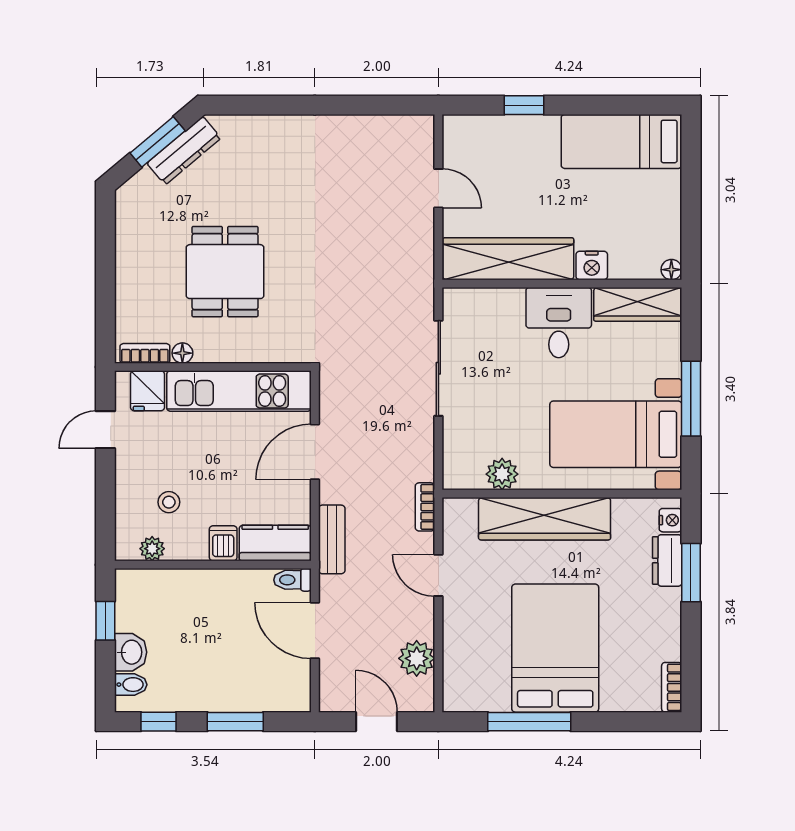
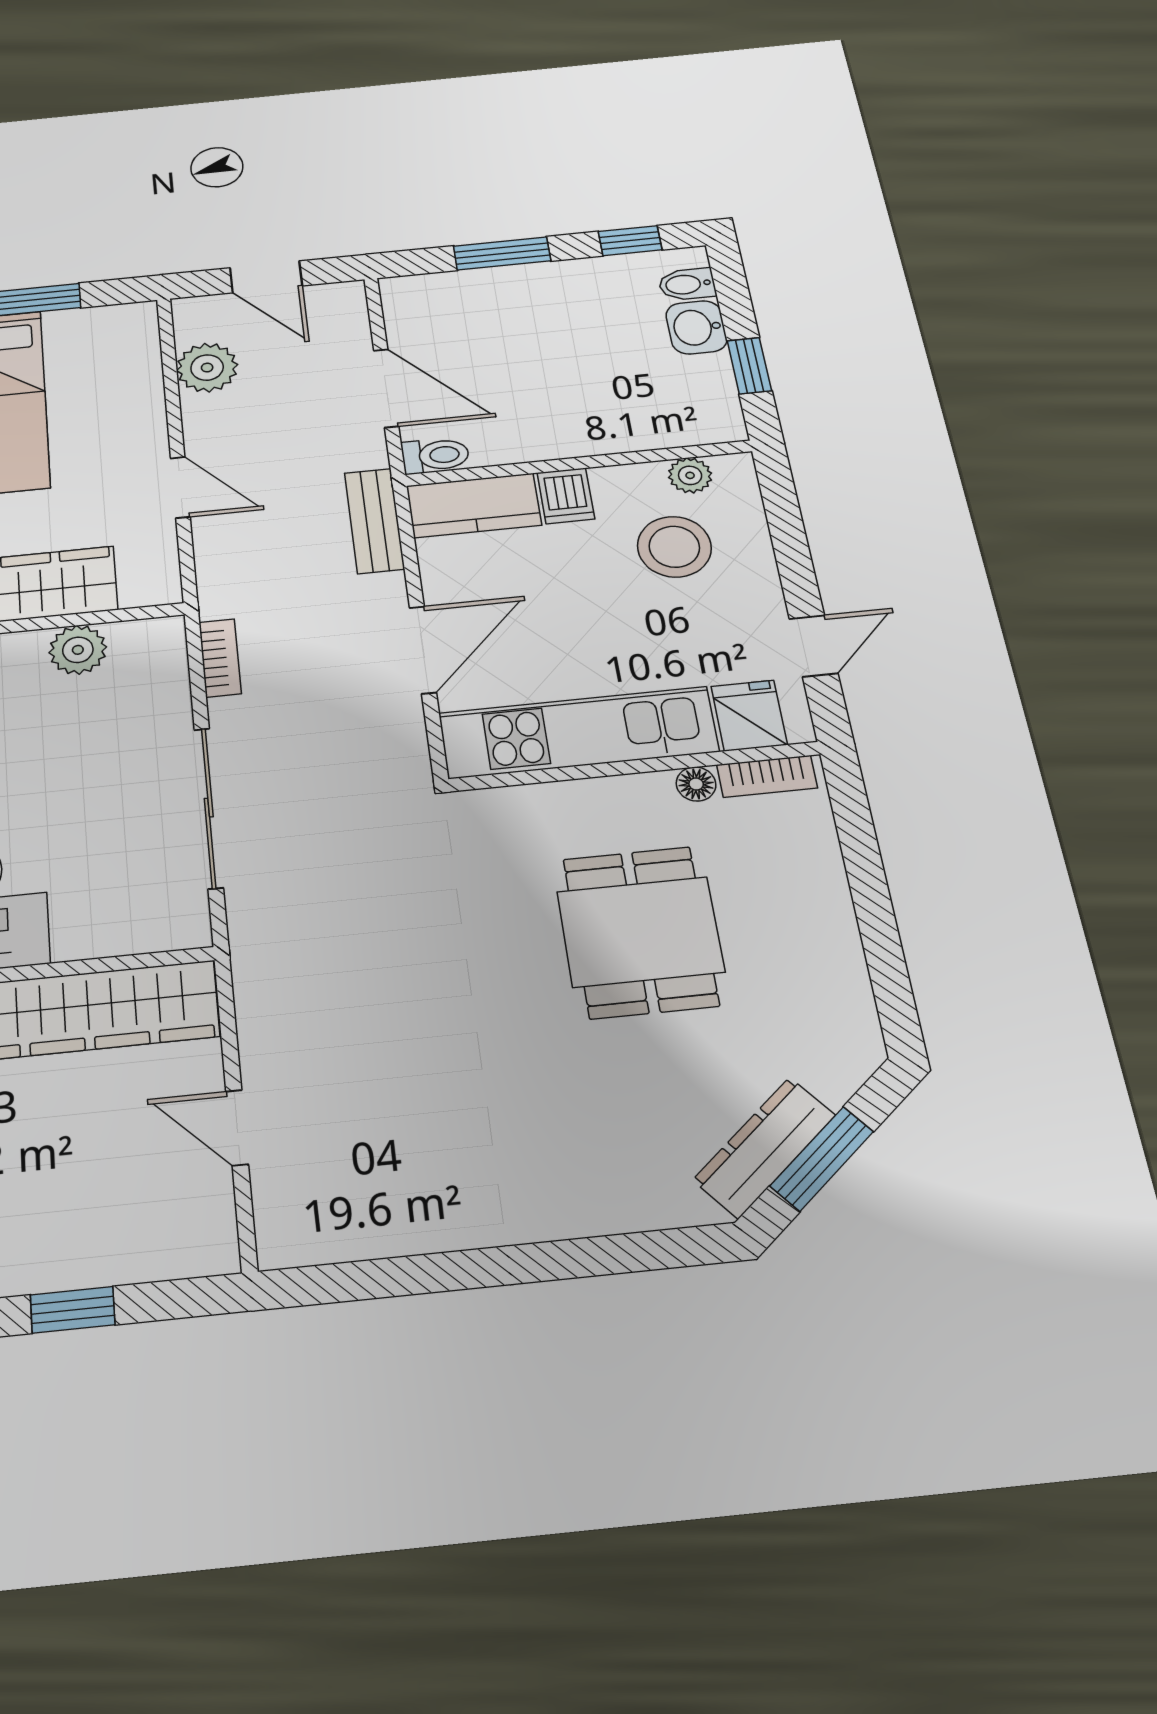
stool: (169, 502) -> (674, 547), width x1.89, depth x1.89
bookcase: (425, 507) -> (220, 658), moved

